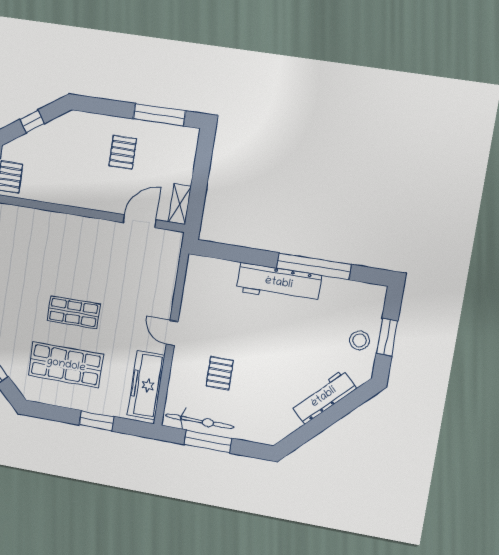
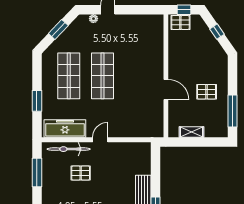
shelving: (180, 204) -> (191, 132), moved
door: (139, 221) -> (166, 89), moved
shop shelf: (74, 312) -> (103, 76), width x1.43, depth x1.36
bicycle: (200, 421) -> (69, 149), moved, turned 90

